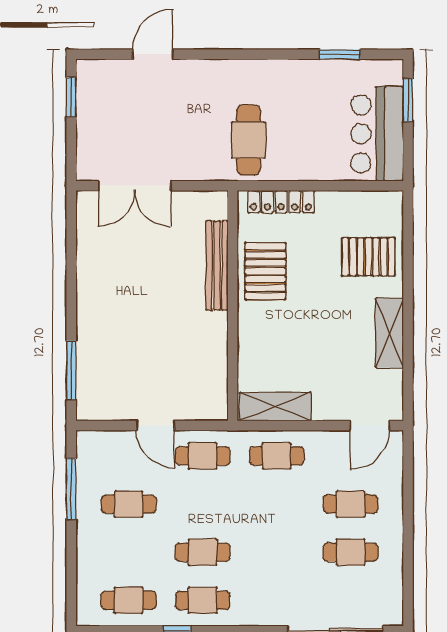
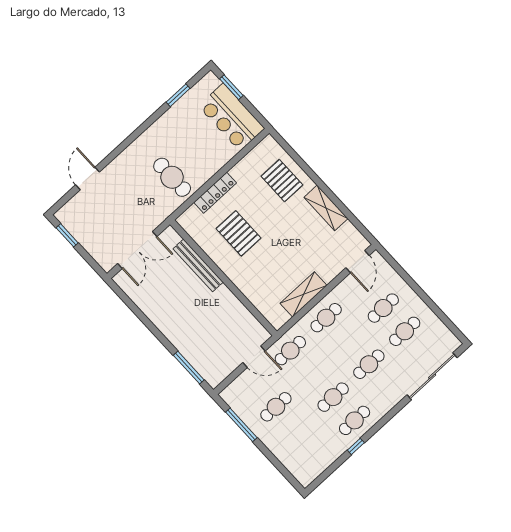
pallet: (368, 257) -> (282, 181), turned 90
bench: (217, 266) -> (198, 265), moved
wall: (233, 306) -> (224, 278), moved
cafe table: (129, 600) -> (369, 364), moved

